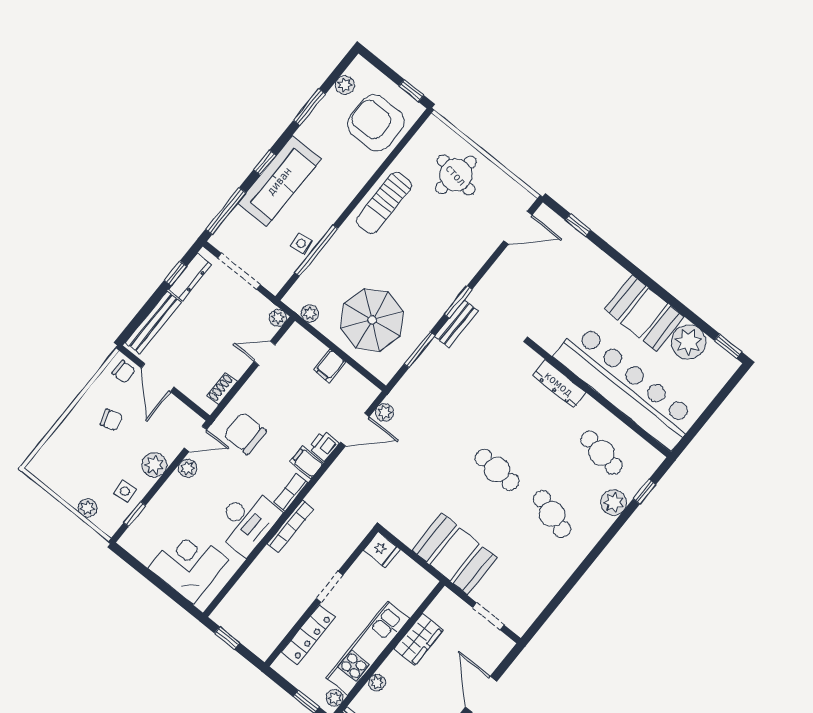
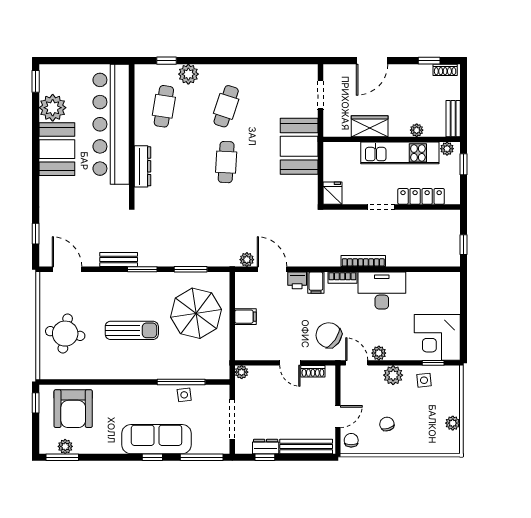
window: (309, 107) -> (62, 457), moved
sun lounger: (384, 203) -> (132, 330), moved
dresser: (190, 277) -> (266, 447), width x0.70
plant: (310, 313) -> (223, 355), removed
bench: (456, 324) -> (119, 260), moved
door: (265, 353) -> (290, 363), moved
door: (158, 378) -> (338, 416), width x0.73
chair: (245, 433) -> (329, 335), turned 125
plant: (88, 508) -> (453, 423), moved
corner desk: (188, 564) -> (437, 337), moved

